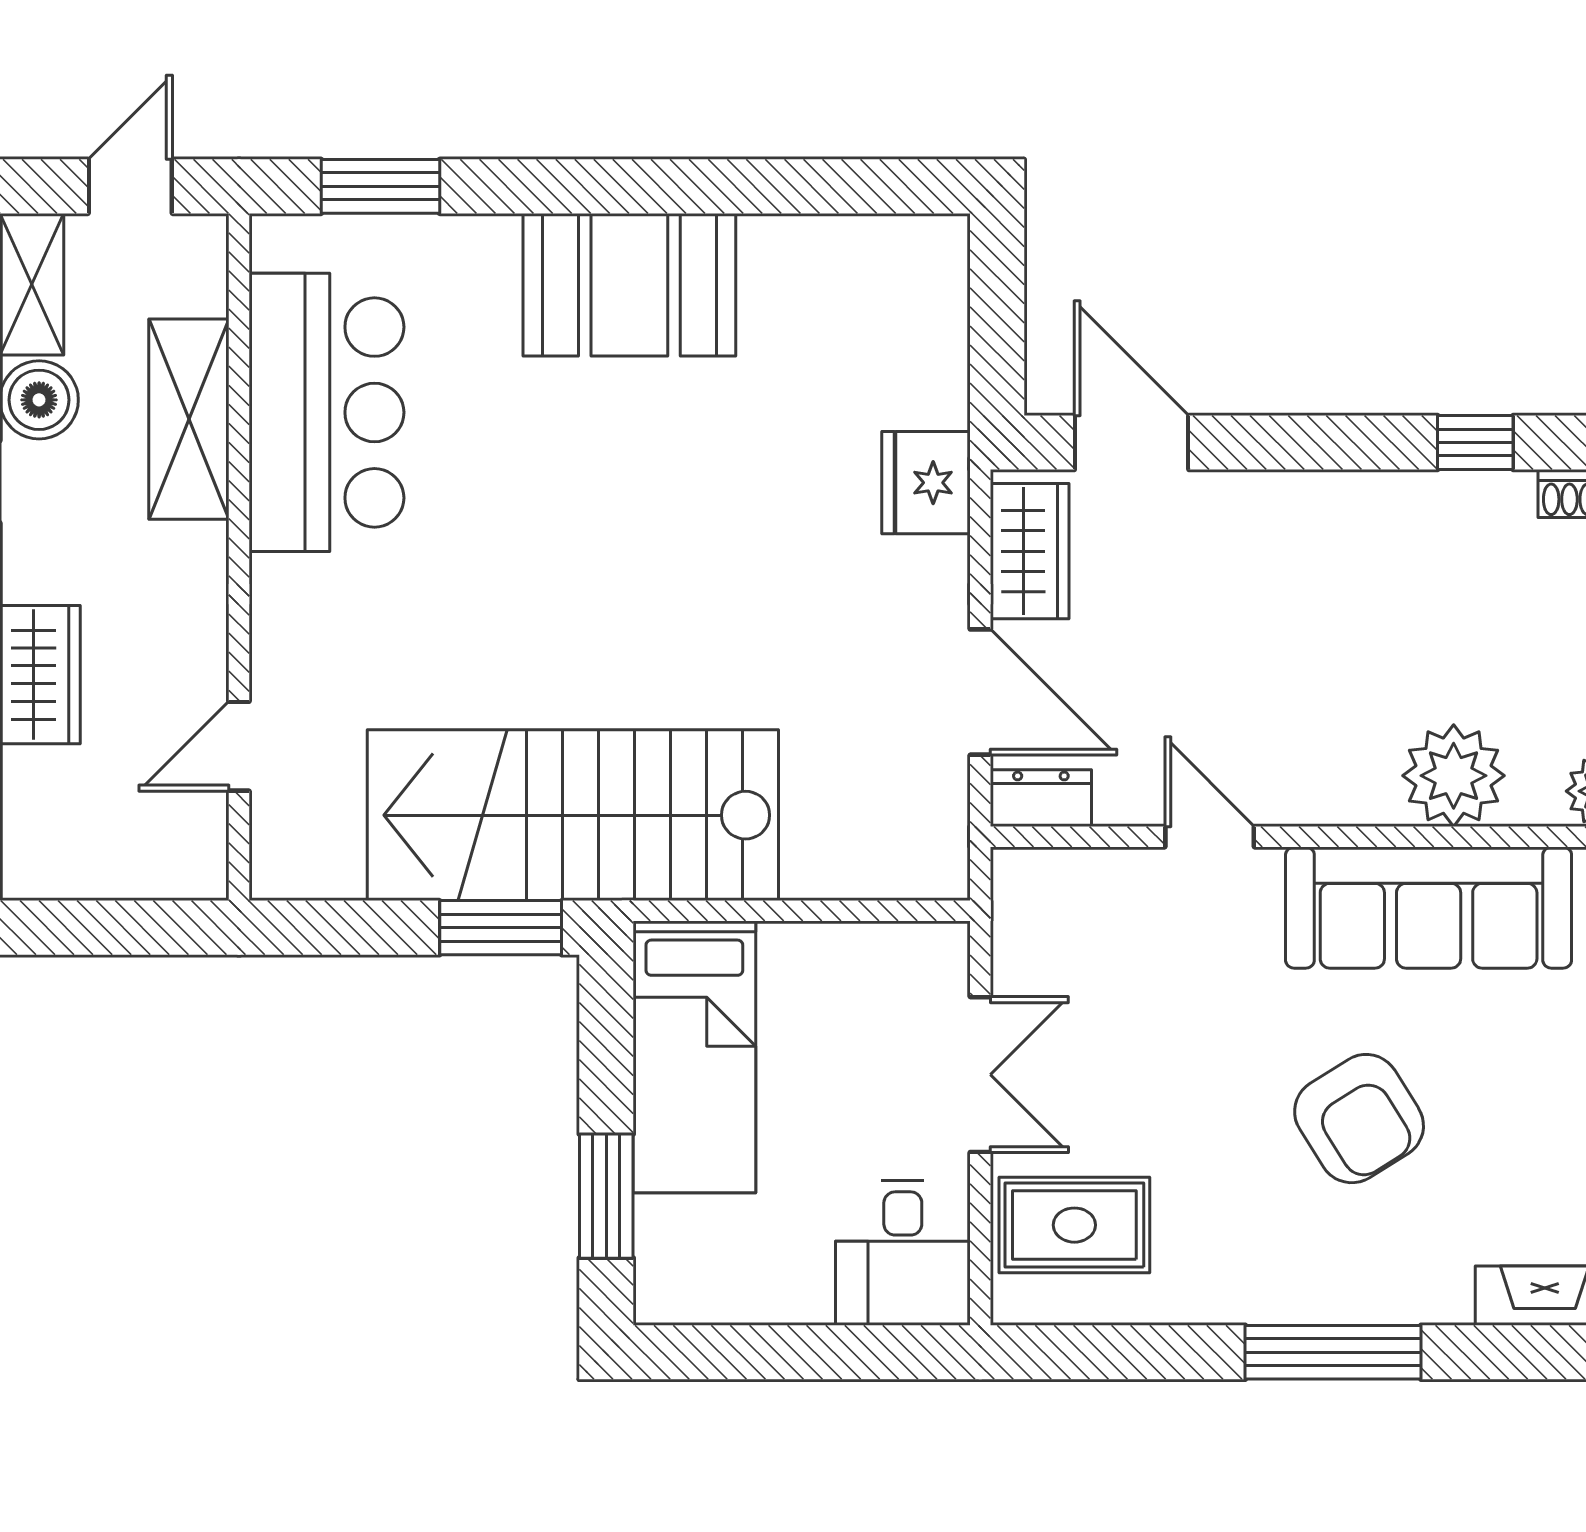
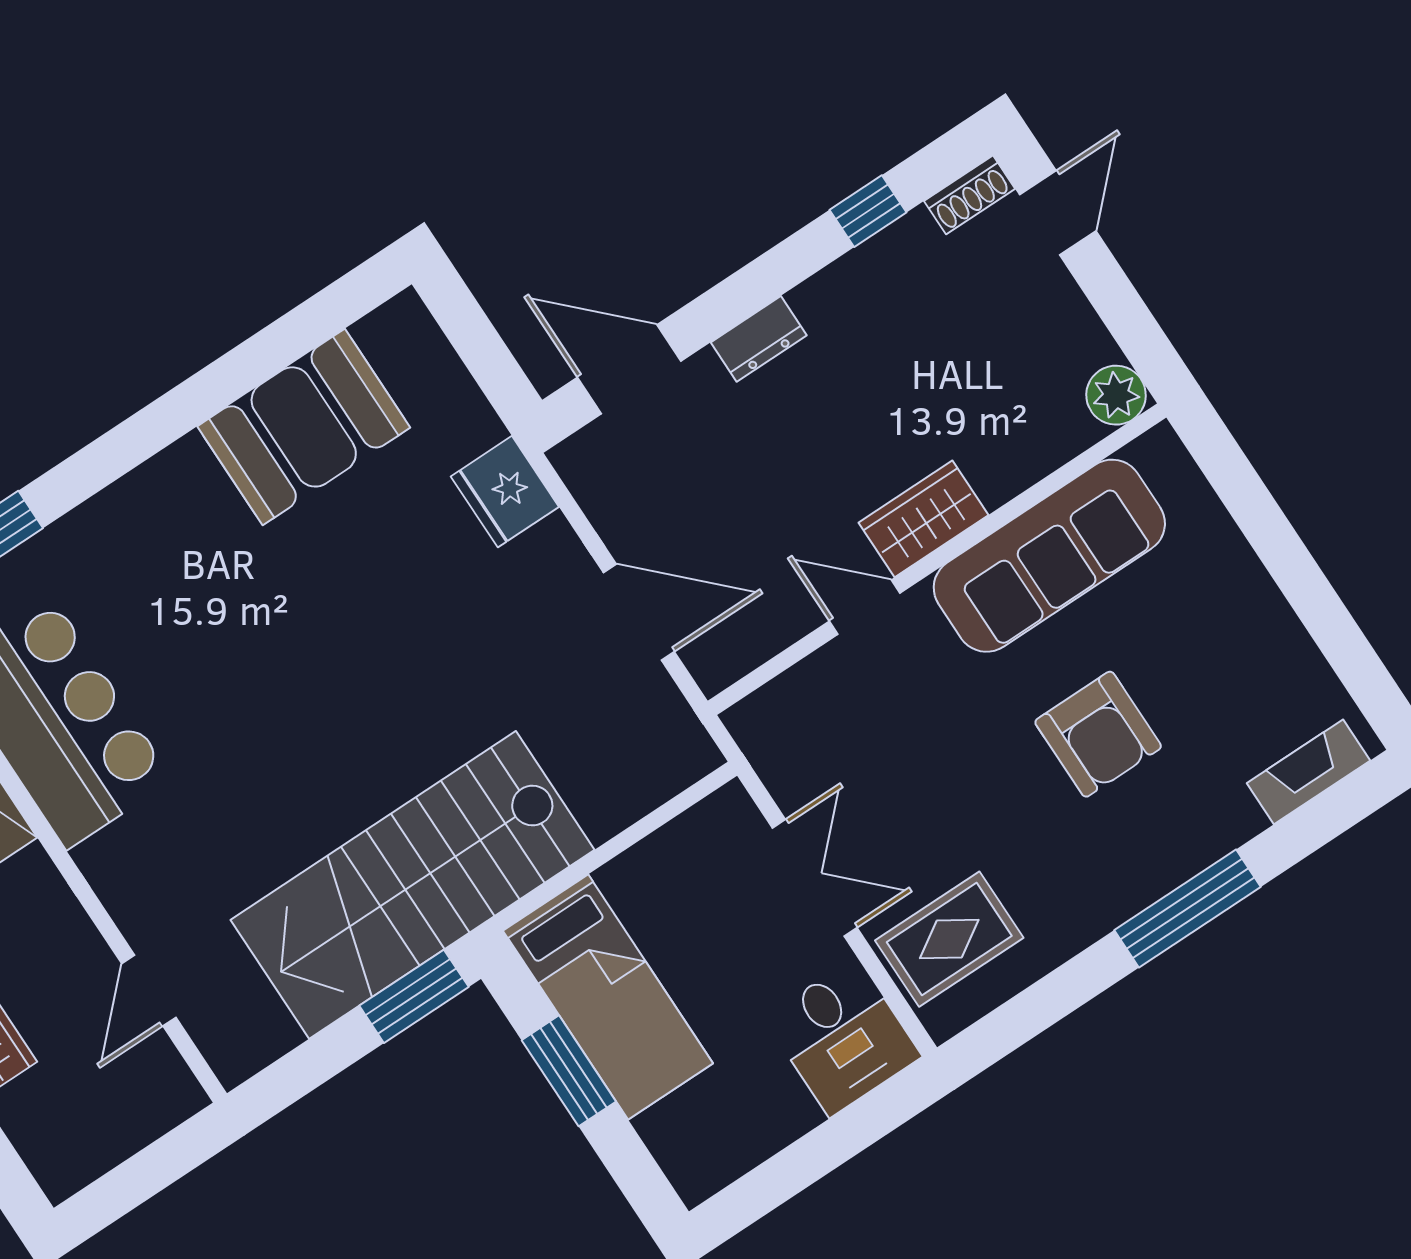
booth: (629, 285) -> (304, 427), moved
wardrobe: (1030, 551) -> (923, 519), moved, turned -90
plant: (1454, 776) -> (1006, 453), removed
dresser: (1041, 798) -> (759, 339), moved, turned 180
armchair: (1359, 1119) -> (1098, 734), turned 32
window: (606, 1196) -> (569, 1071), moved

